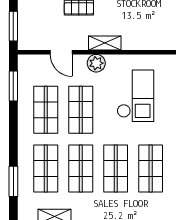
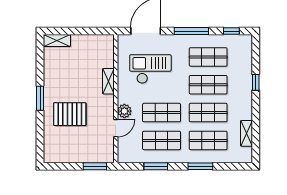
shelving: (105, 43) -> (108, 81), moved
plant: (96, 63) -> (124, 111), moved
window: (13, 86) -> (156, 166), moved
window: (13, 181) -> (200, 166), moved

